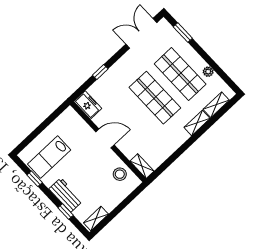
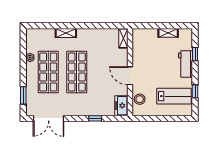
shelving: (216, 105) -> (44, 33), removed
stool: (120, 174) -> (140, 99), moved
shelving: (96, 218) -> (168, 33), moved

